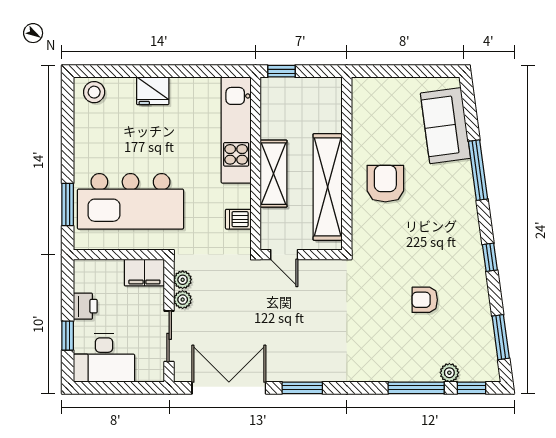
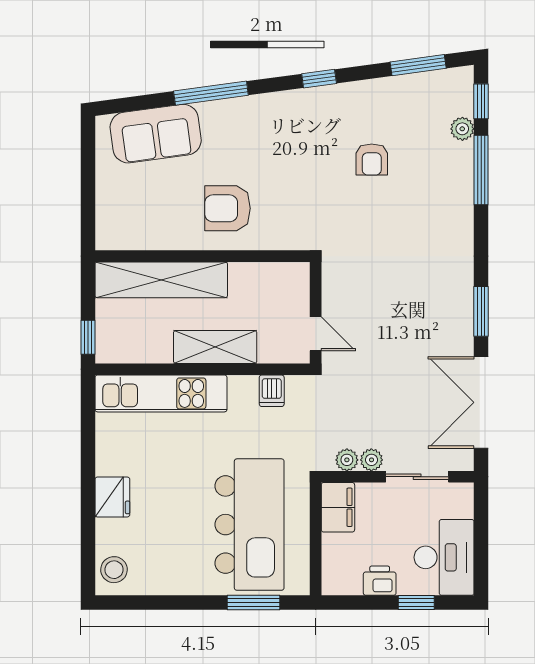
shelving: (328, 187) -> (161, 280), moved
door: (284, 255) -> (316, 334), hinge flipped

